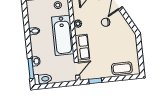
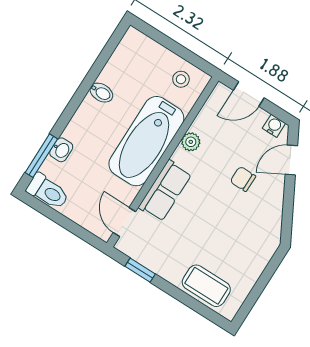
door: (77, 69) -> (124, 222), swing flipped

